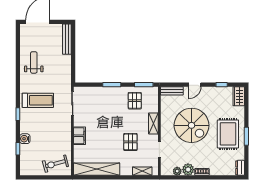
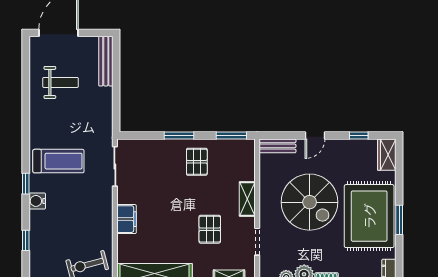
weight bench: (34, 62) -> (60, 82), moved, turned 90
pallet: (135, 101) -> (197, 162), moved
rug: (228, 134) -> (369, 216), width x1.37, depth x1.44
water cooler: (25, 139) -> (37, 201), moved

